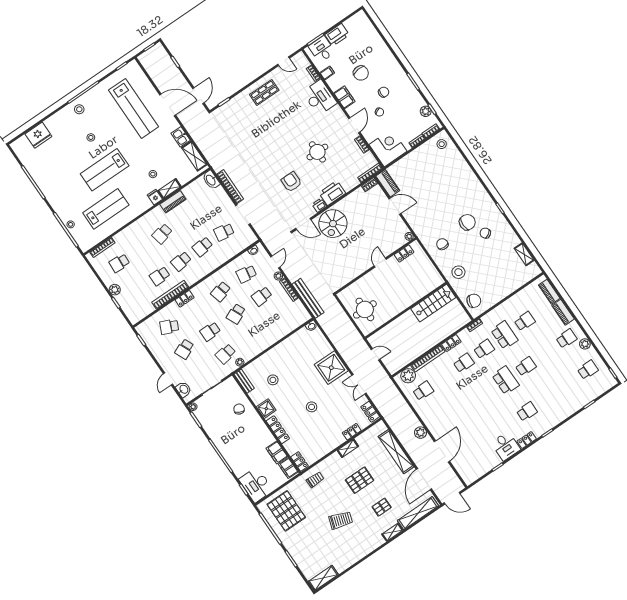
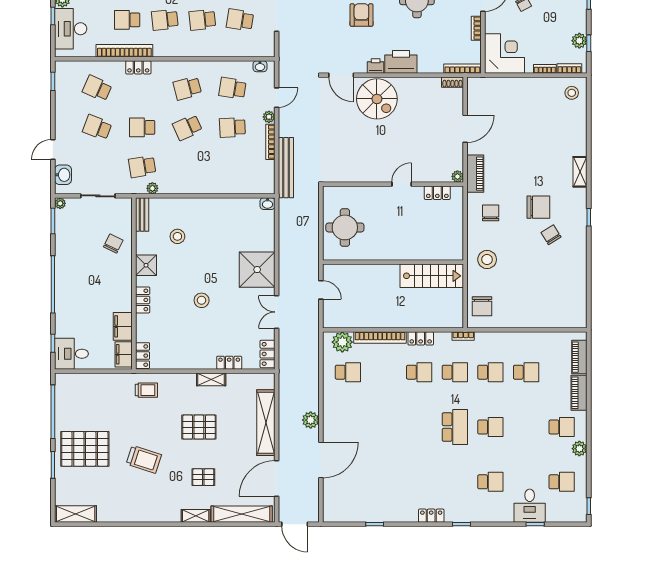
piano: (388, 183) -> (475, 174), moved
door: (395, 206) -> (465, 129), hinge flipped
spiral stairs: (333, 224) -> (377, 99), turned -90
shelving: (524, 254) -> (580, 172), moved
chair: (474, 301) -> (482, 306), turned 72
desk: (131, 303) -> (71, 29), added
school desk: (504, 335) -> (490, 372), width x0.54
school desk: (185, 349) -> (97, 127), turned 45
school desk: (527, 412) -> (490, 482), moved
locker: (278, 430) -> (143, 300), width x0.66
desk: (506, 446) -> (530, 506), moved
desk: (256, 485) -> (71, 354), width x0.73
pallet: (286, 511) -> (85, 449), moved, turned 90

